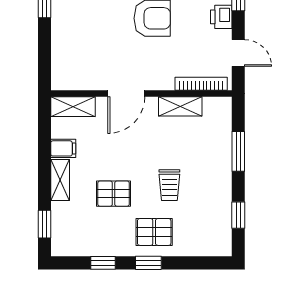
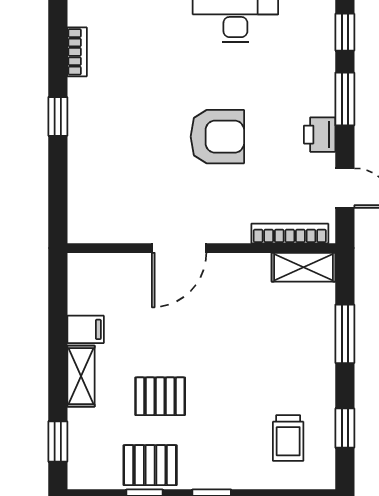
shelving: (180, 106) -> (303, 267), moved
shelving: (73, 107) -> (100, 268), removed
trolley: (169, 185) -> (288, 438), moved
pallet: (154, 232) -> (150, 465), moved

